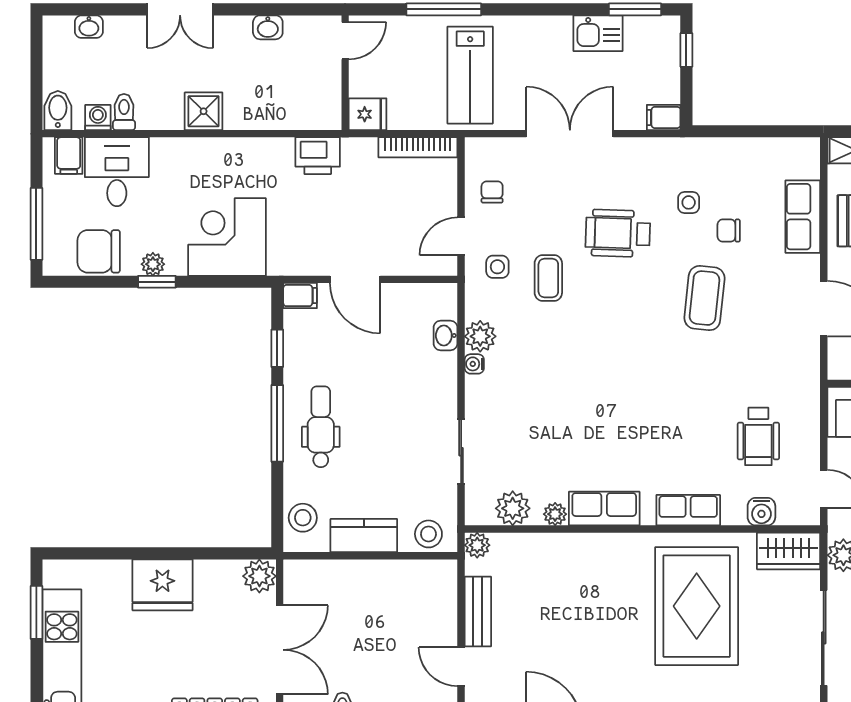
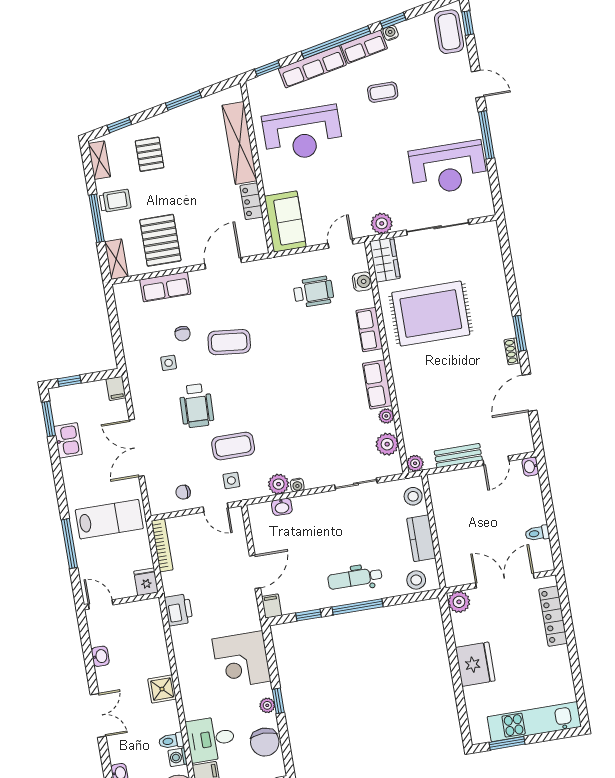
coffee table: (548, 278) -> (233, 446), width x1.36, depth x1.30

